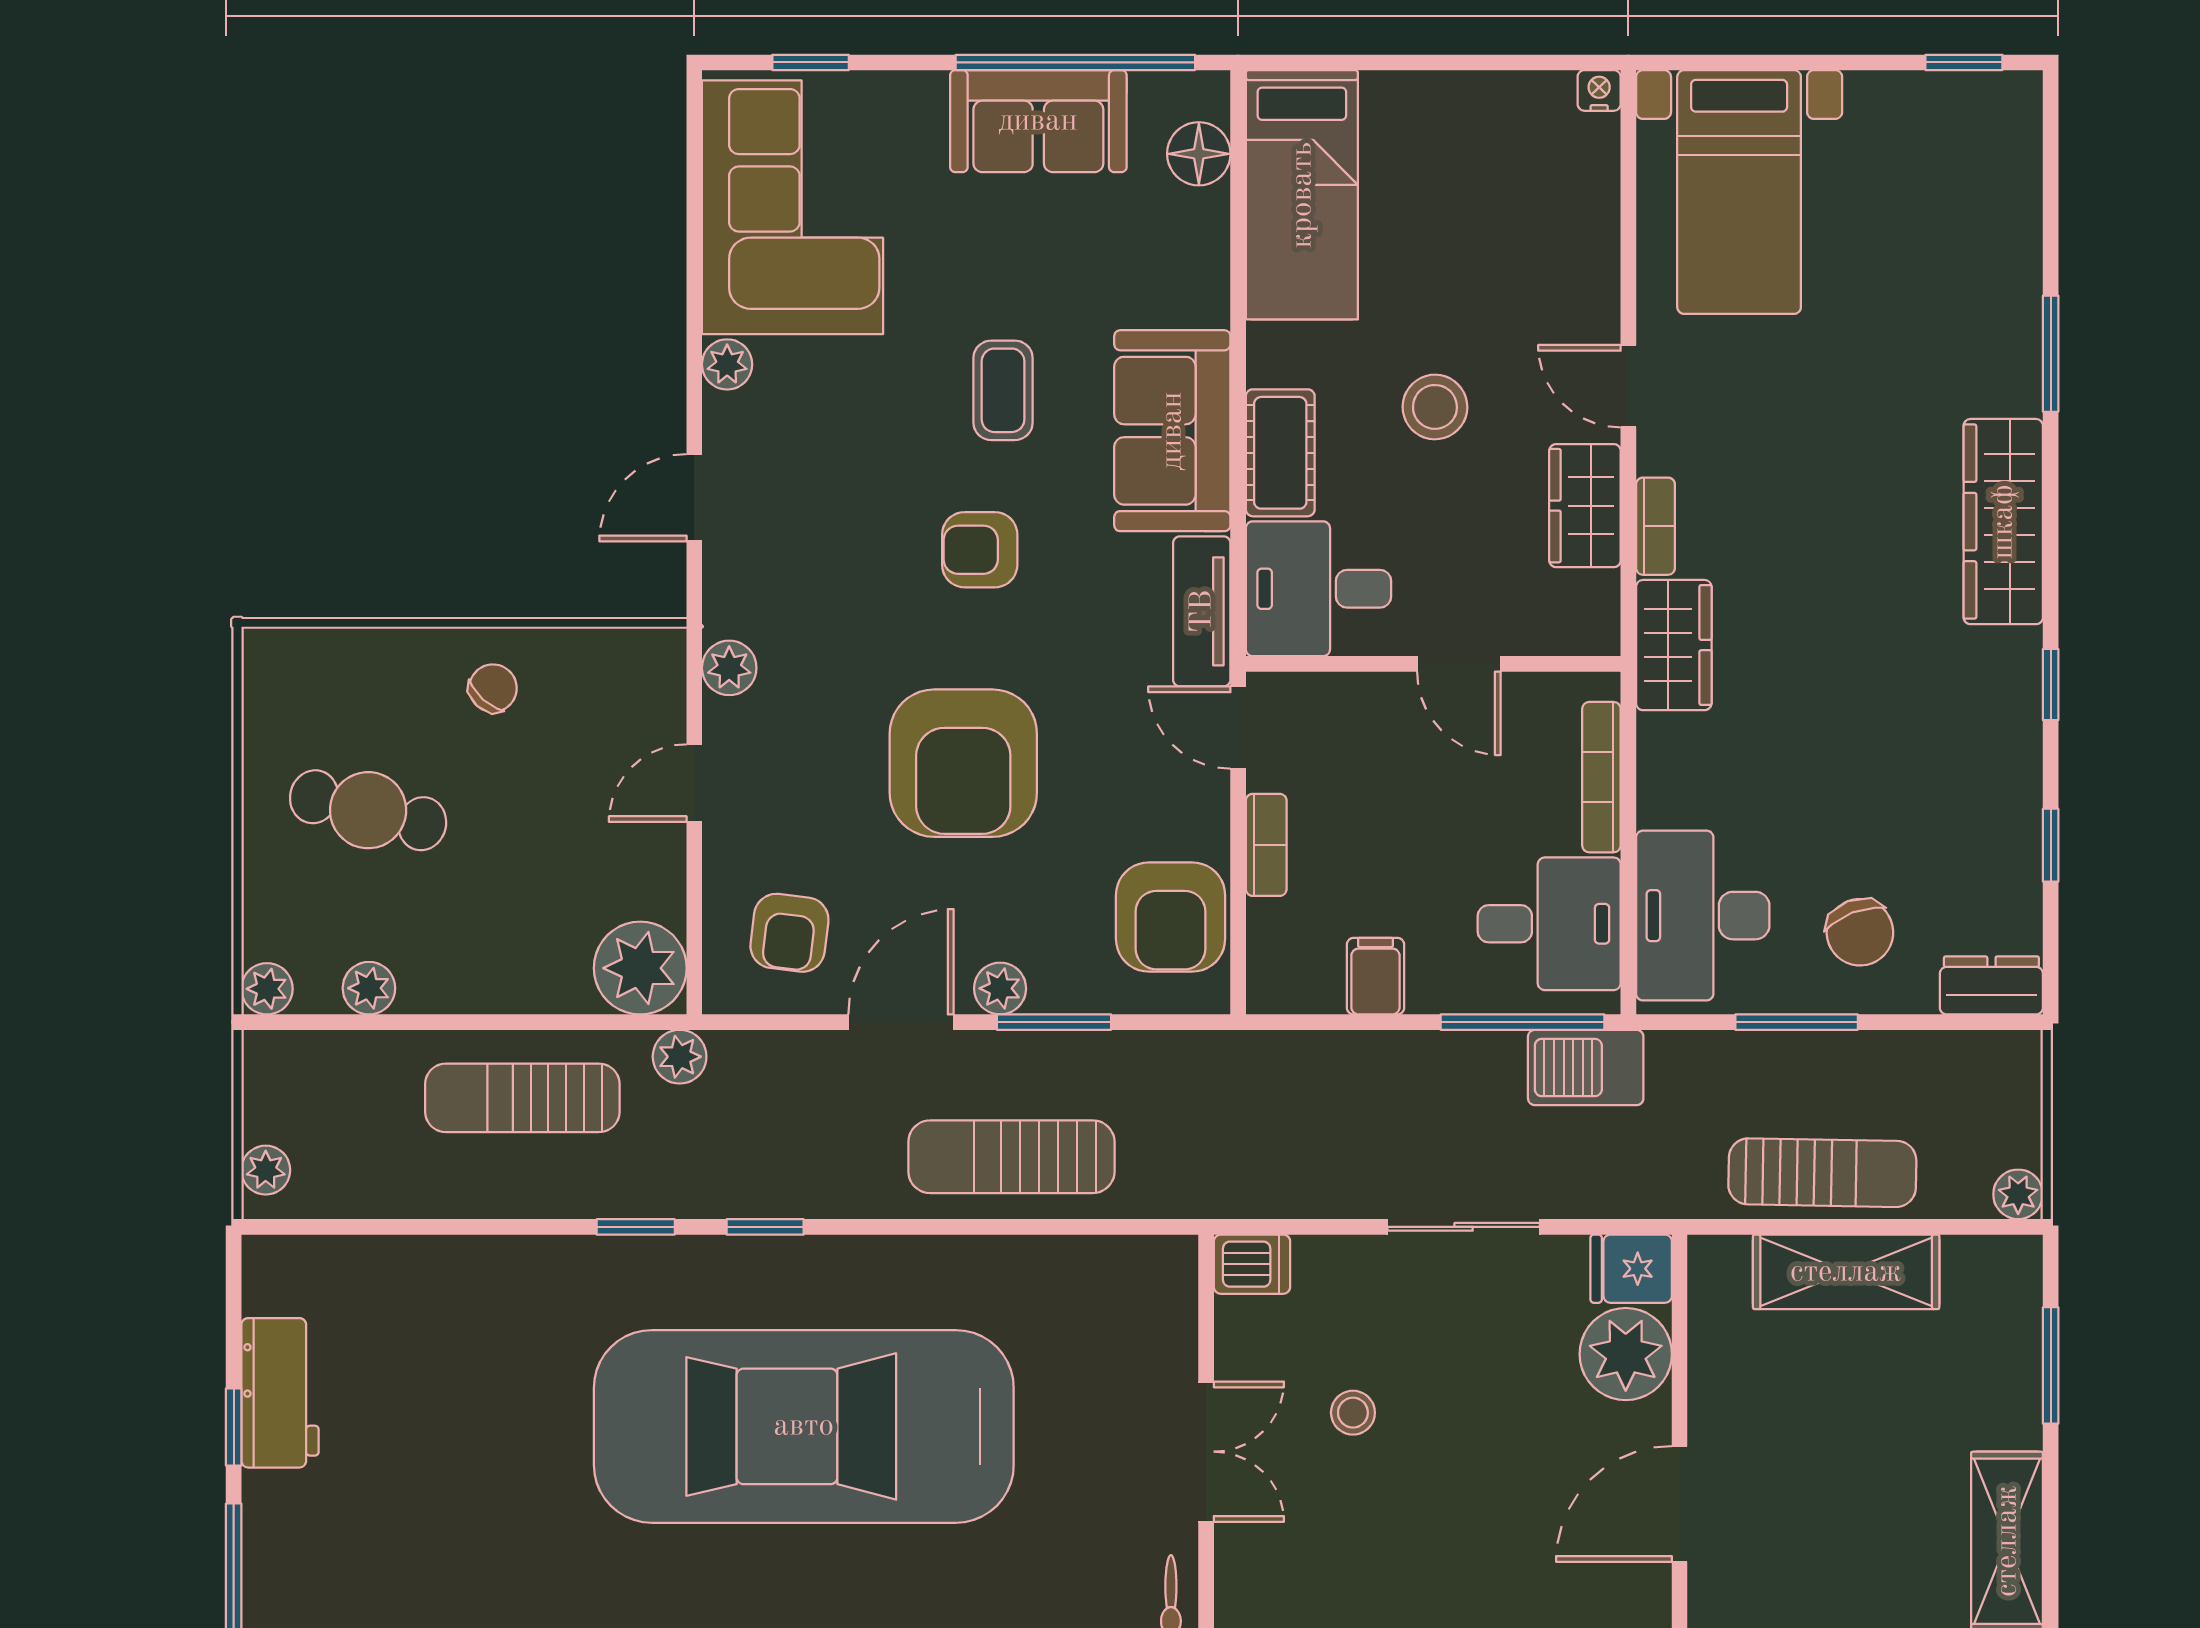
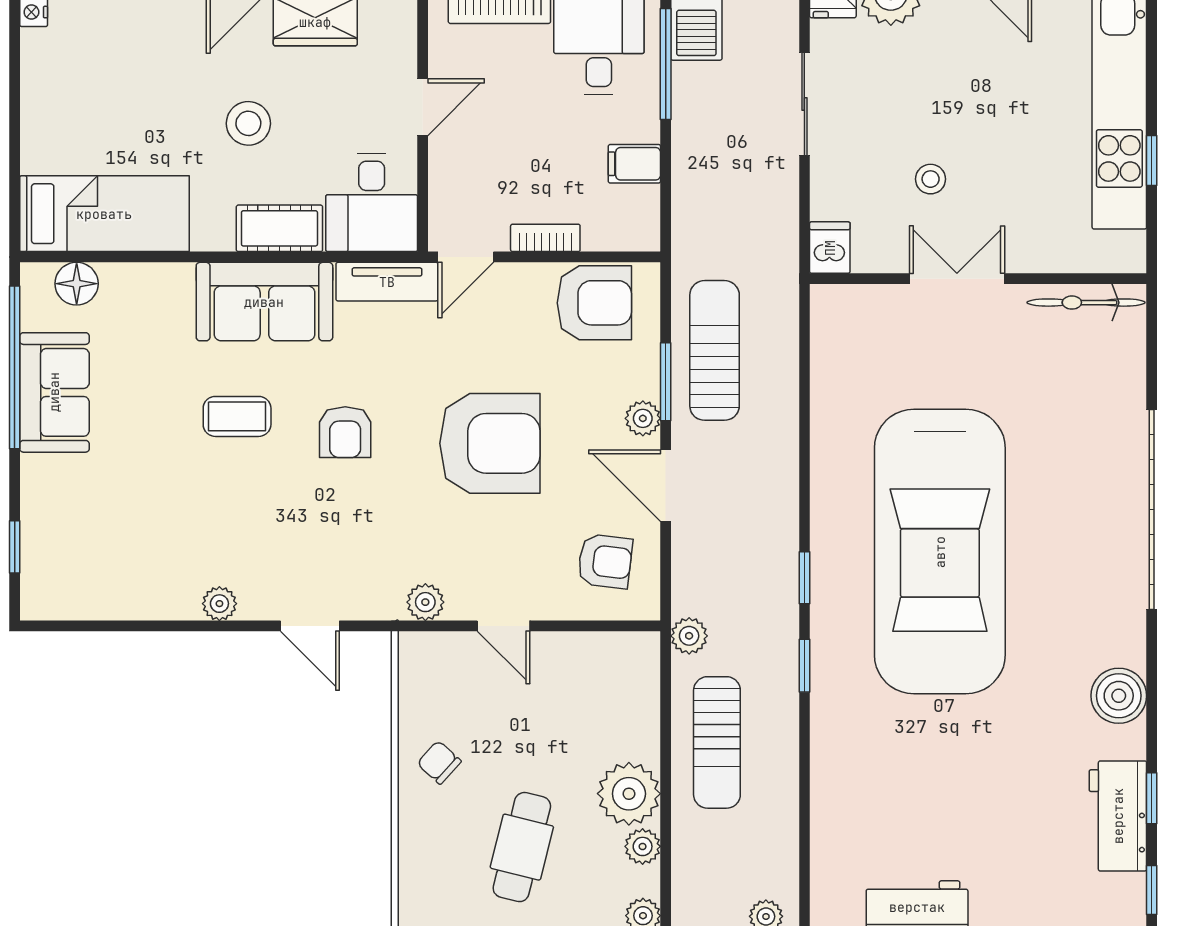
corner sofa: (792, 207) -> (113, 559), removed
plant: (640, 968) -> (629, 794), moved
sun lounger: (1011, 1157) -> (715, 350), moved, turned 180

